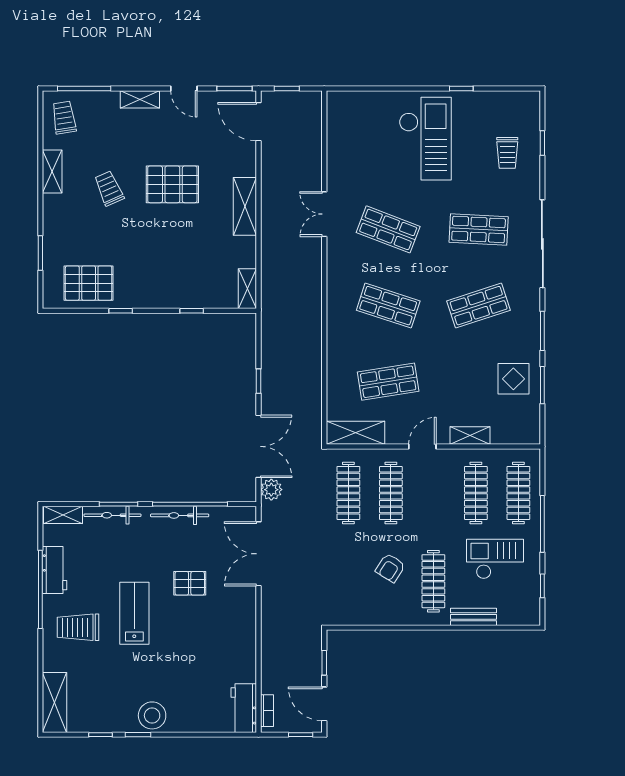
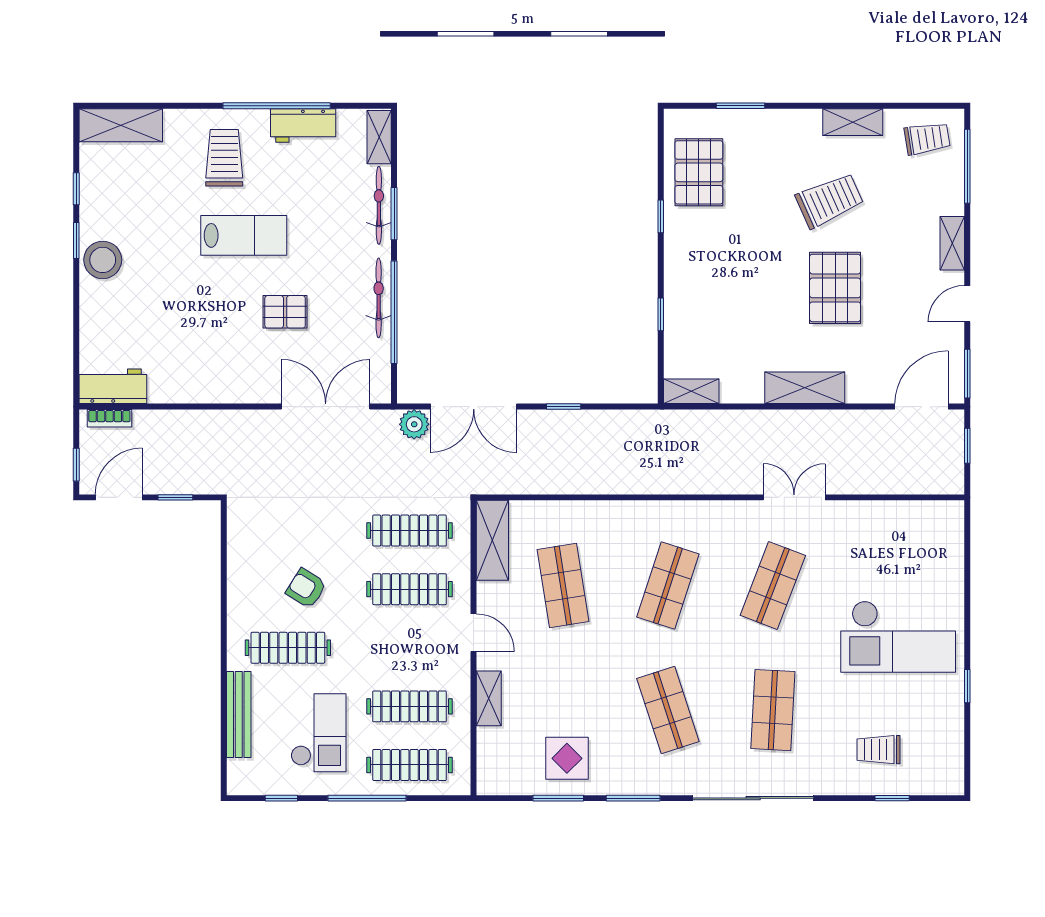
trolley: (109, 188) -> (829, 200), width x1.36, depth x1.39
pallet: (190, 583) -> (285, 312), turned 90
bench: (473, 617) -> (239, 715), width x1.36

